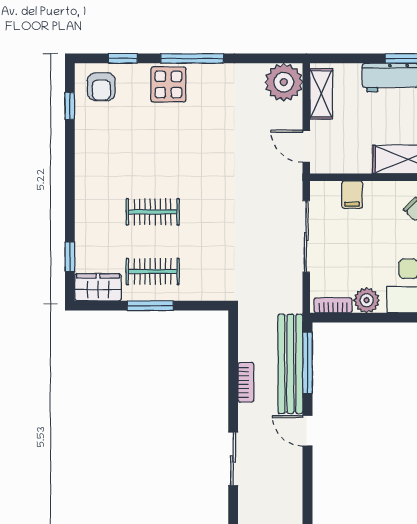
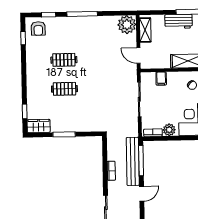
display table: (168, 84) -> (71, 27), removed
clothes rail: (153, 272) -> (64, 60), moved
door: (308, 431) -> (142, 194), swing flipped

